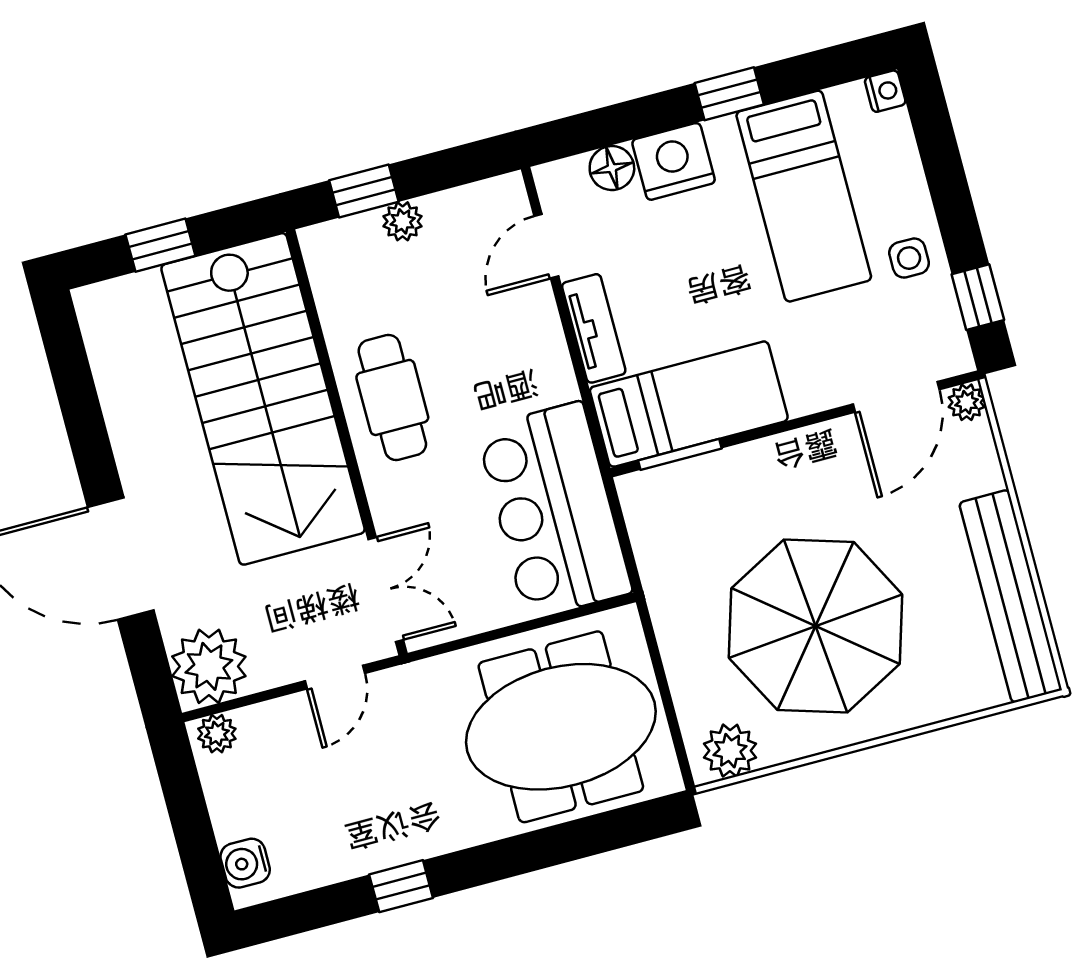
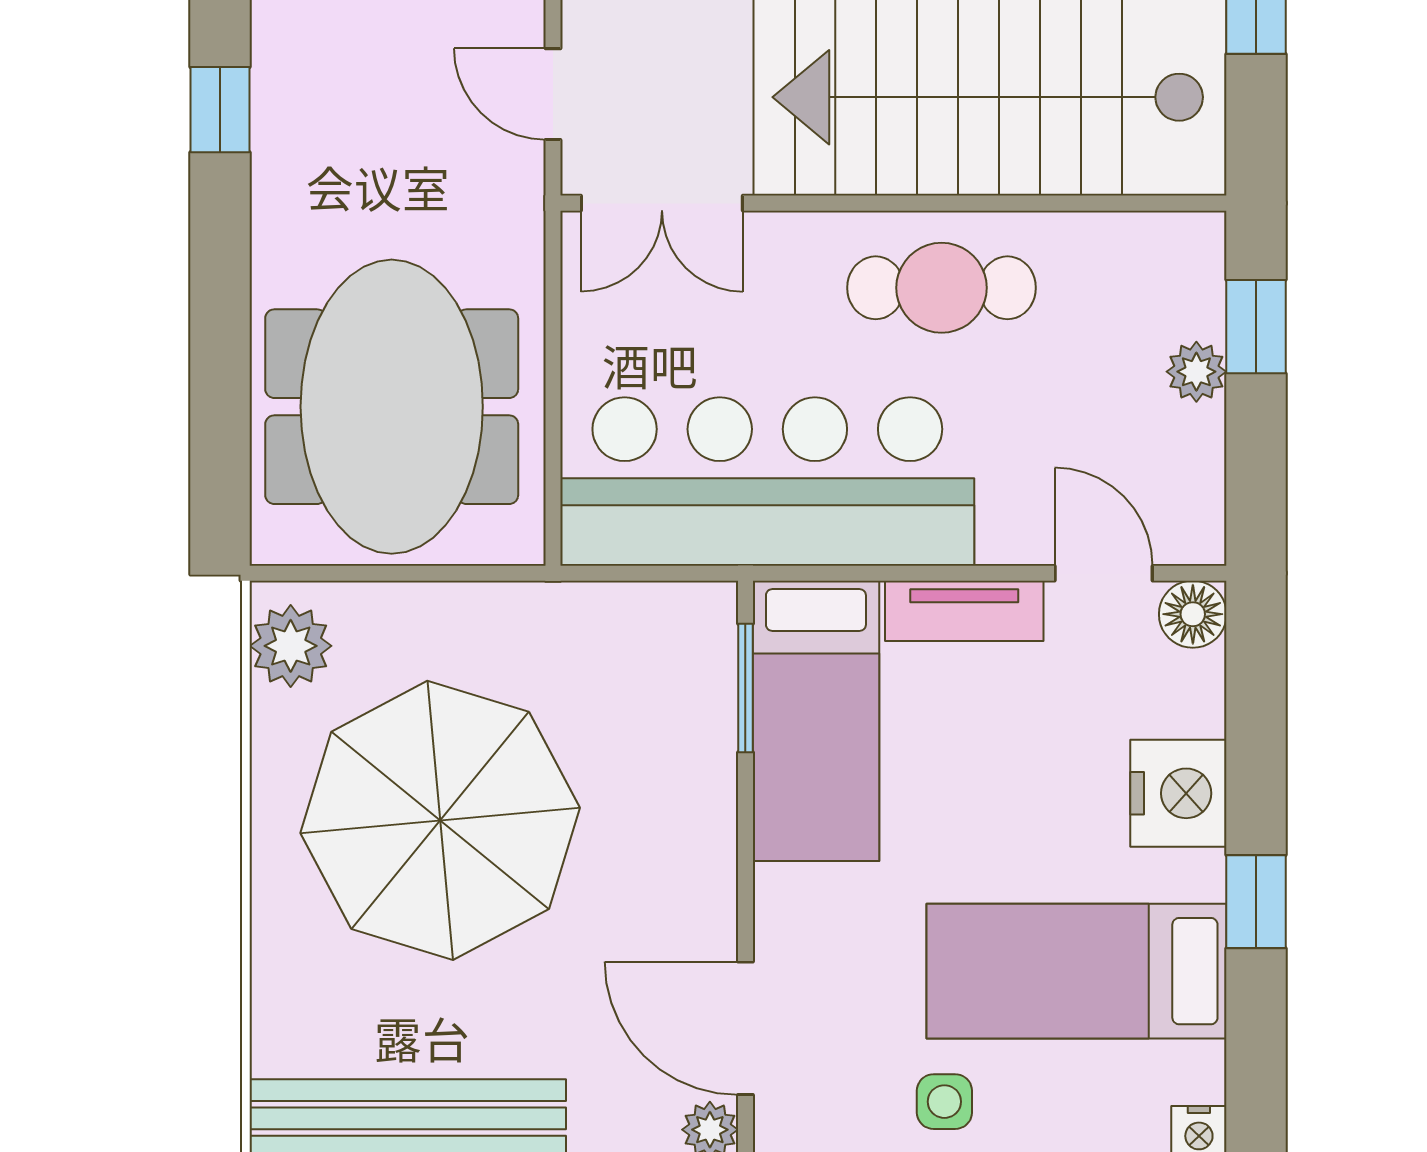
floor lamp: (612, 168) -> (1193, 614), moved
bar counter: (554, 511) -> (767, 481), width x1.36

